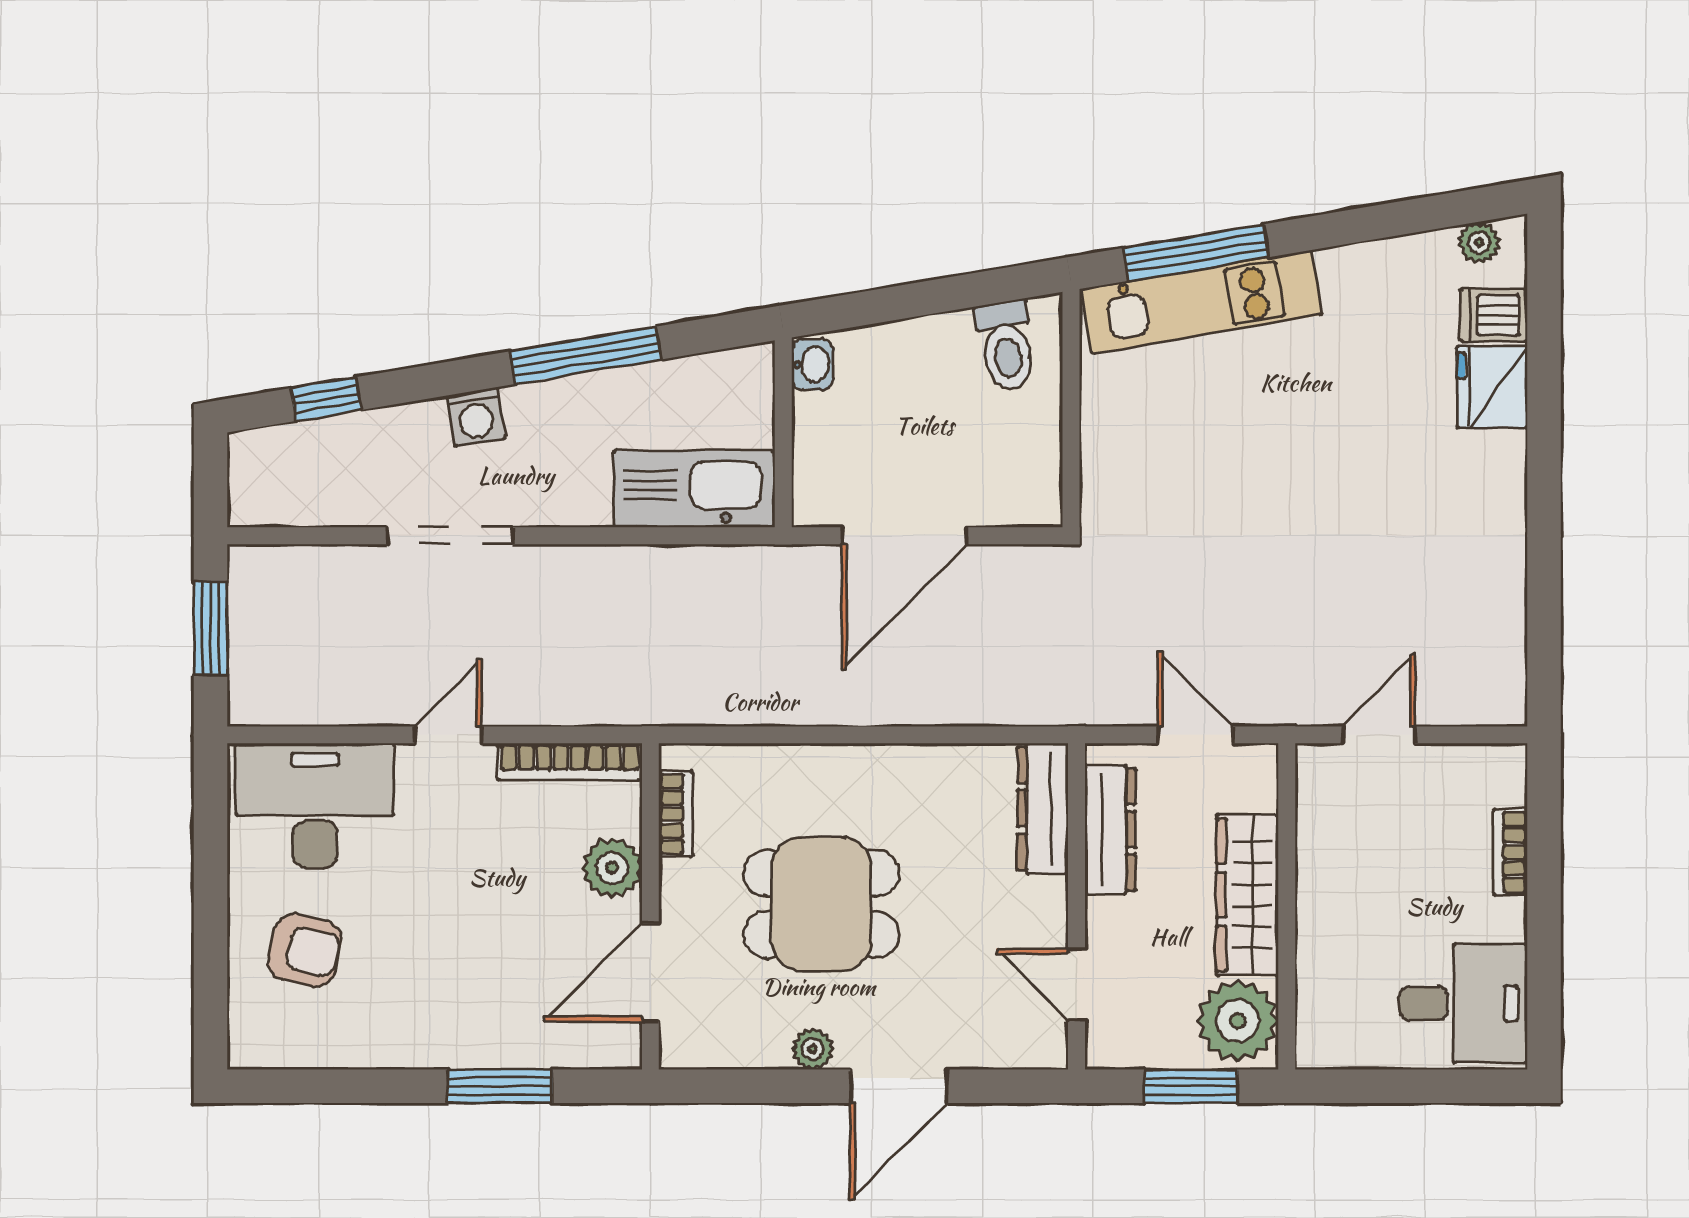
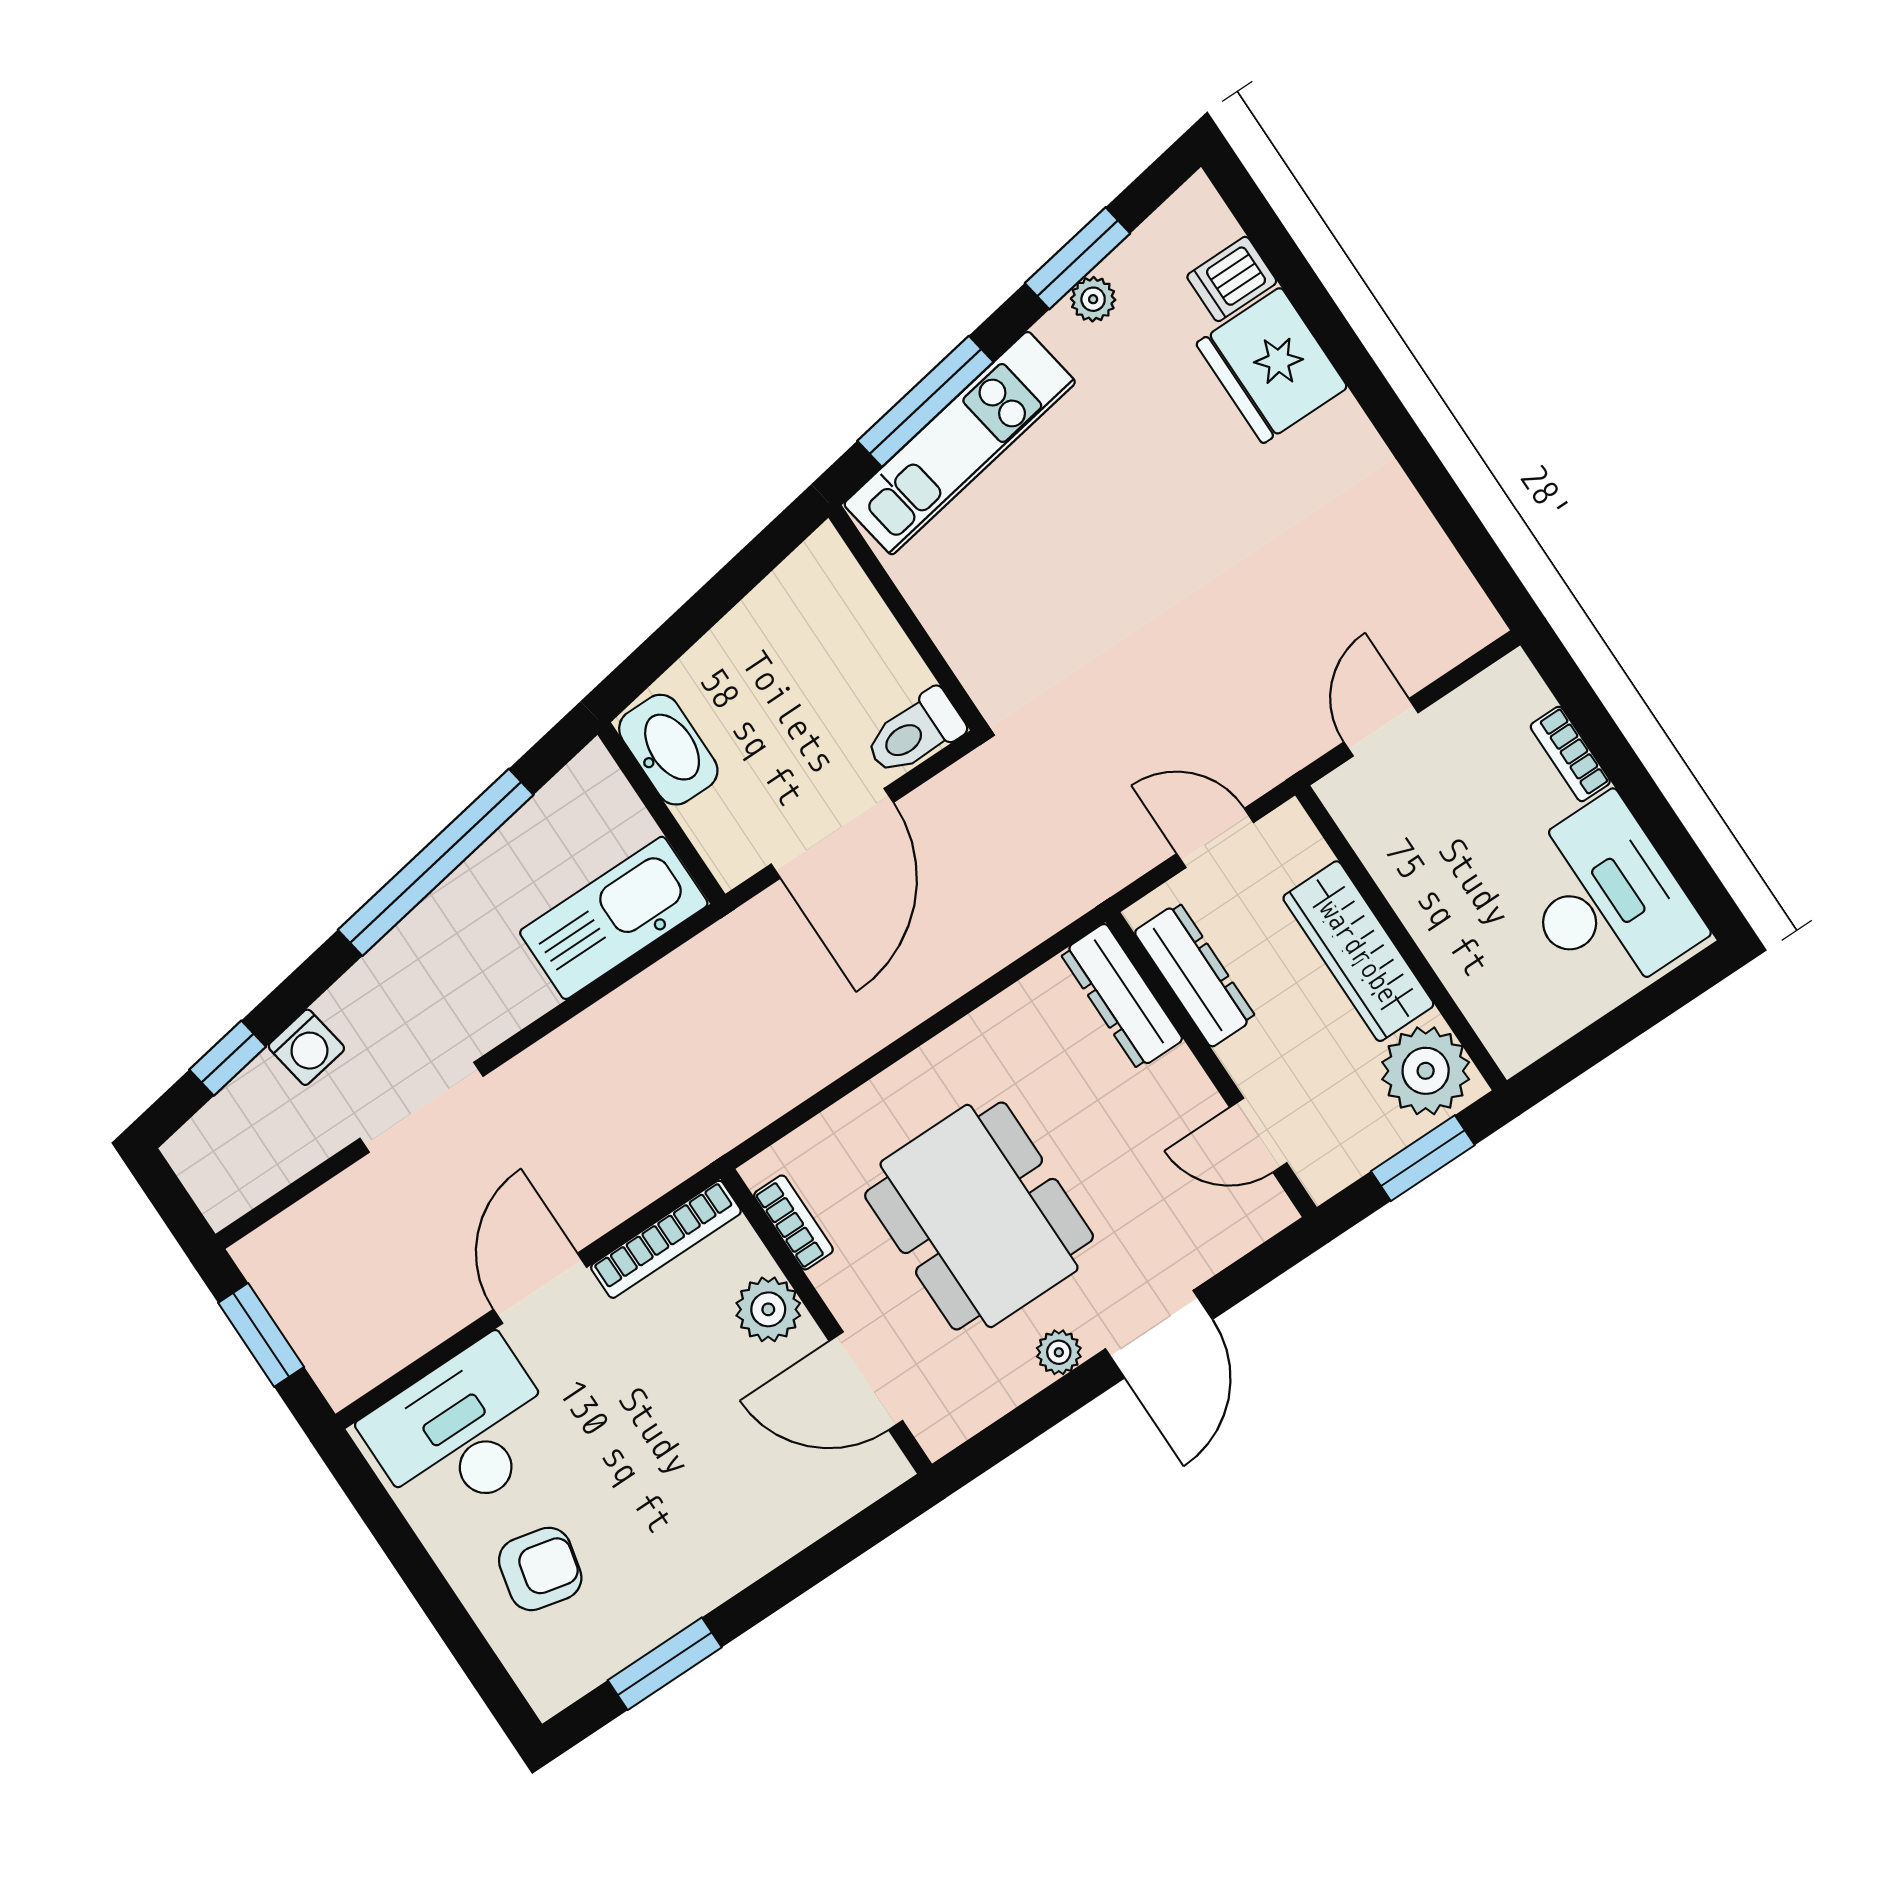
window: (1386, 221) -> (1077, 258), added
plant: (1479, 243) -> (1093, 299), moved
toilet: (1006, 346) -> (915, 733), moved, turned 100
window: (586, 355) -> (436, 862), width x1.46
washbasin: (812, 364) -> (668, 750), width x1.91, depth x1.45
fridge: (1492, 387) -> (1272, 365), width x1.36, depth x1.34
washing machine: (476, 417) -> (306, 1047), moved
door: (448, 735) -> (540, 1288), width x1.38
dining table: (821, 904) -> (979, 1216), width x1.38
door: (650, 972) -> (866, 1381), hinge flipped
desk: (1463, 1003) -> (1606, 899), width x1.37
window: (500, 1086) -> (665, 1664), moved

